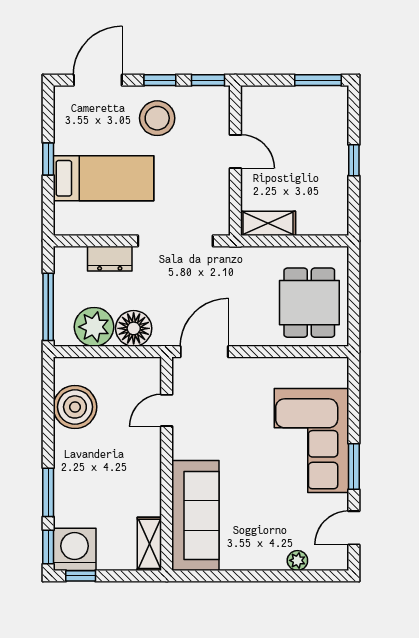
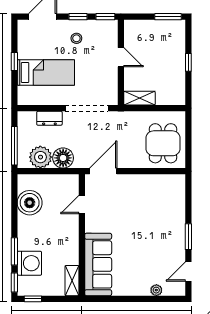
stool: (157, 118) -> (76, 38), width x0.53, depth x0.53
corner sofa: (312, 440) -> (164, 222), removed
washing machine: (75, 549) -> (29, 263), moved, turned 90

